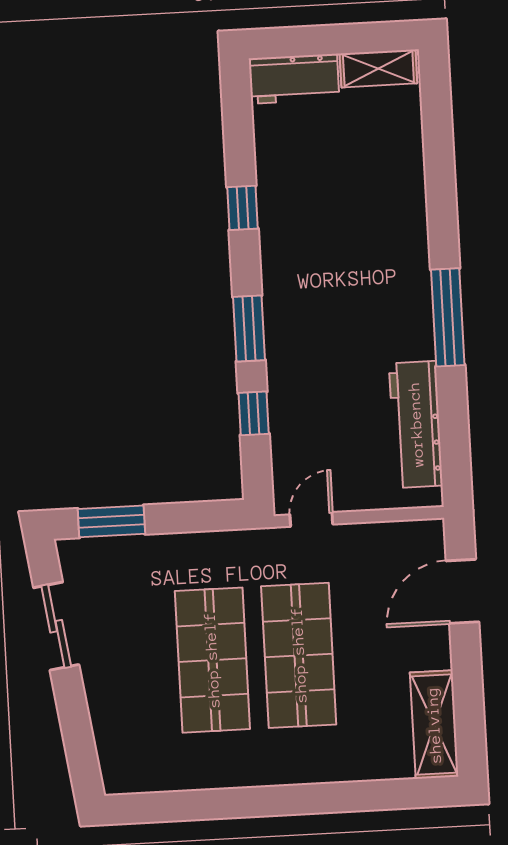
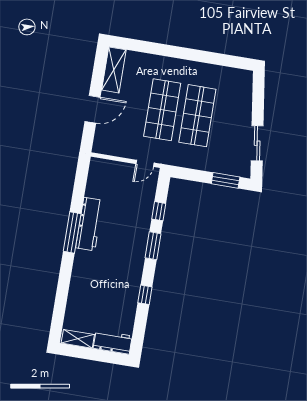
workbench: (416, 424) -> (89, 224), moved
door: (463, 591) -> (93, 109), moved

